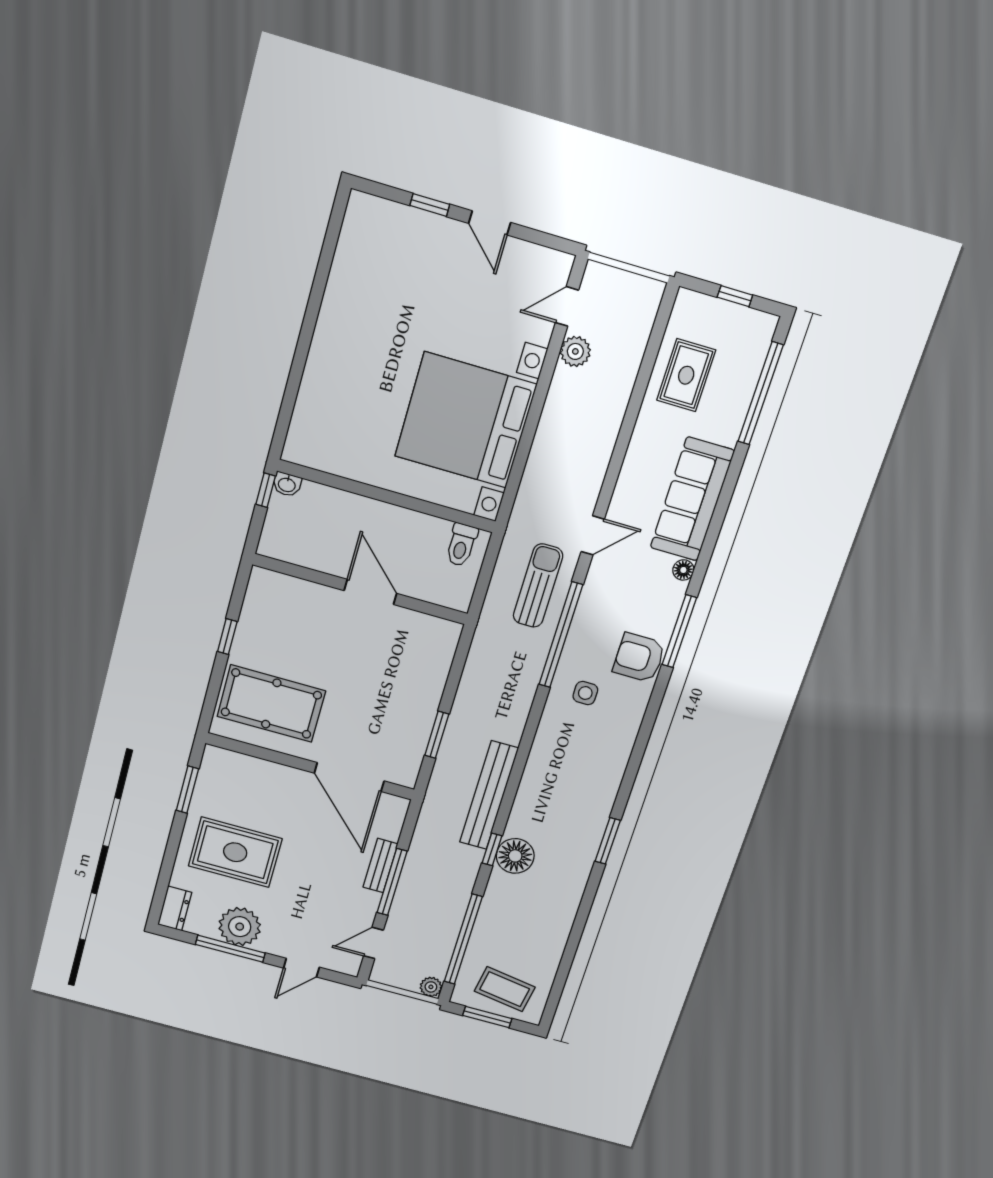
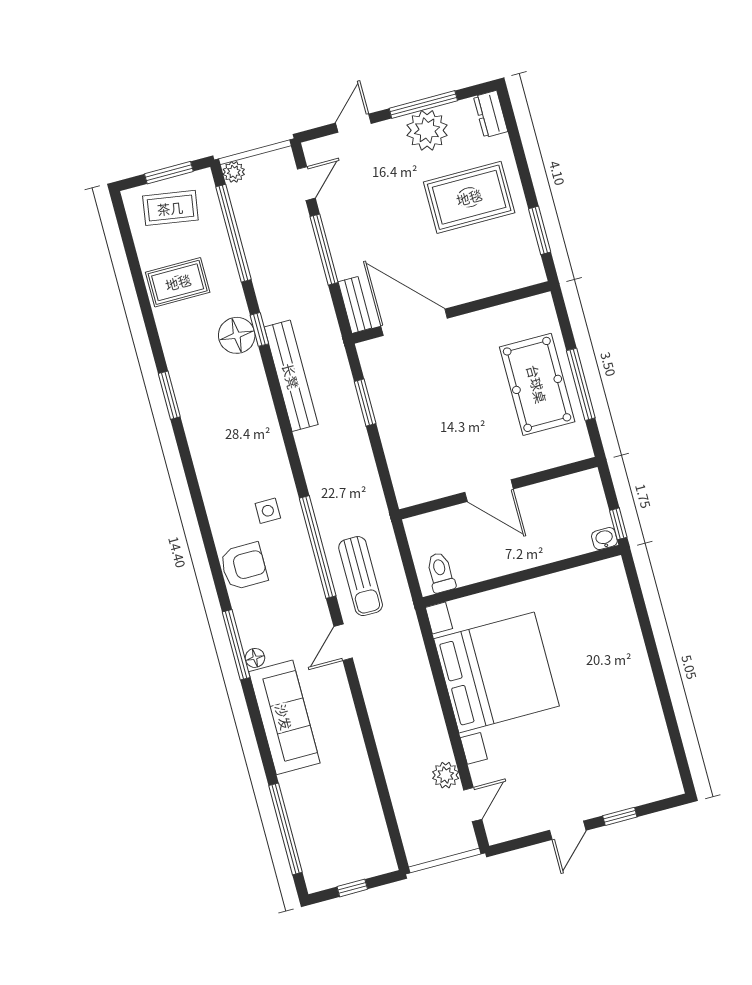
door: (490, 223) -> (568, 830), swing flipped
rug: (686, 375) -> (178, 282), moved, turned 90
window: (679, 631) -> (236, 645), moved
window: (227, 637) -> (581, 384), width x2.17
pool table: (271, 704) -> (537, 384), moved, turned 90
bench: (380, 866) -> (355, 305), moved

